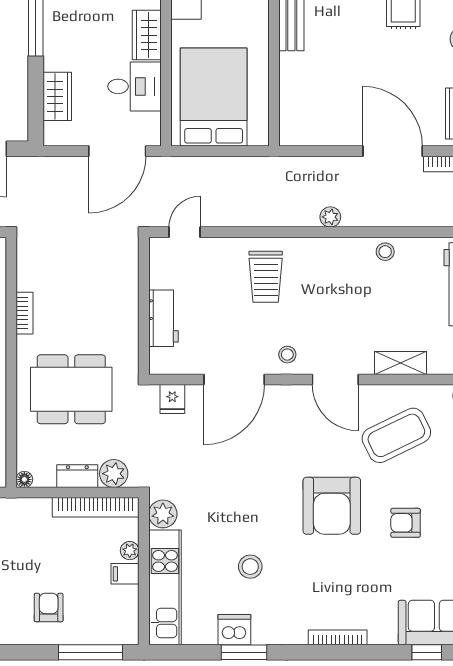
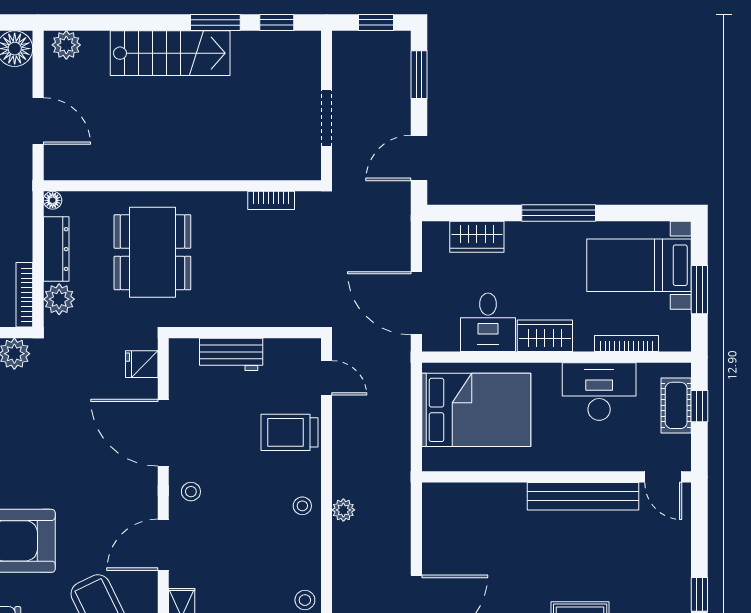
plant: (330, 217) -> (343, 510), moved
stool: (300, 254) -> (302, 506), added
trolley: (266, 277) -> (290, 432), moved
bookcase: (25, 313) -> (271, 200), moved
dresser: (77, 476) -> (56, 249), width x1.44
bookcase: (96, 507) -> (24, 295), width x0.68, depth x0.76

